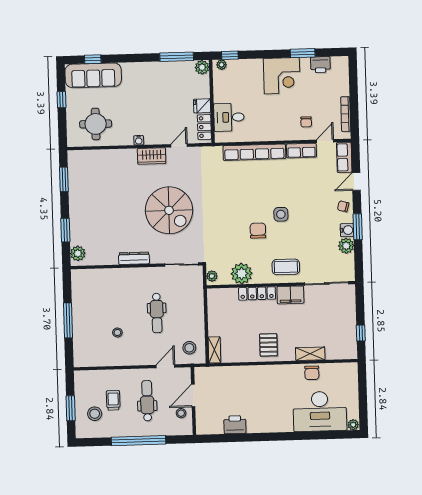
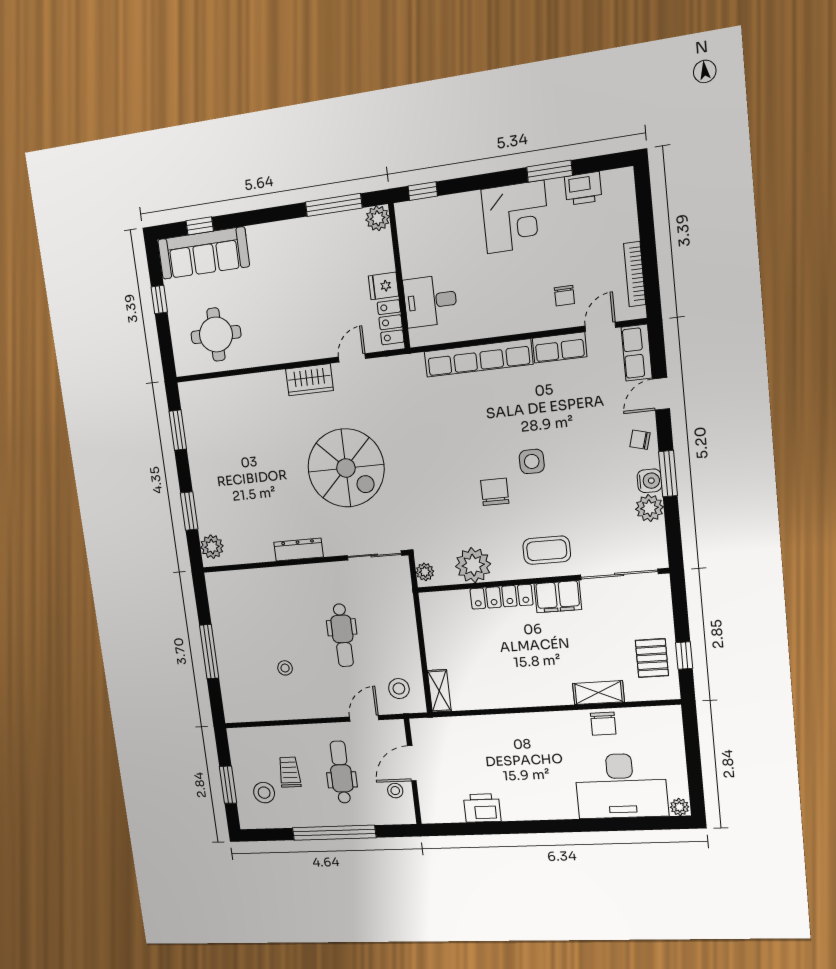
plant: (222, 65) -> (410, 210), removed
water cooler: (139, 140) -> (286, 355), removed
pallet: (268, 345) -> (652, 658), moved

